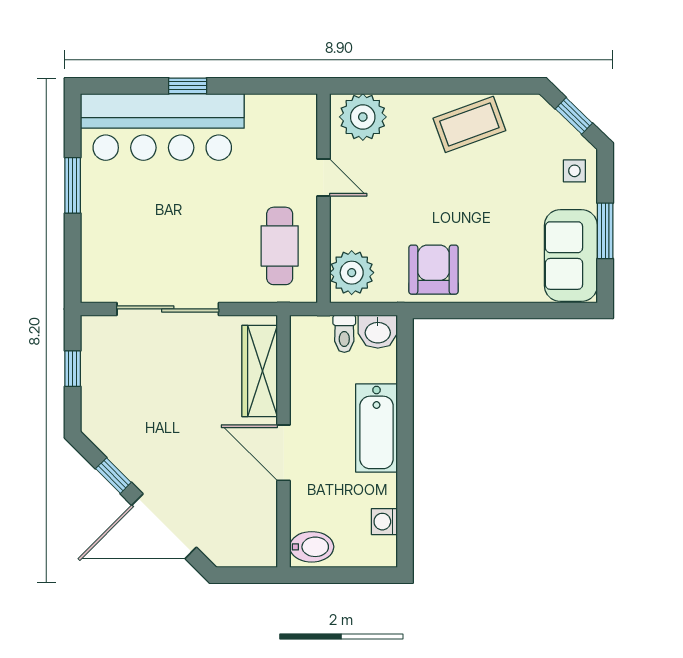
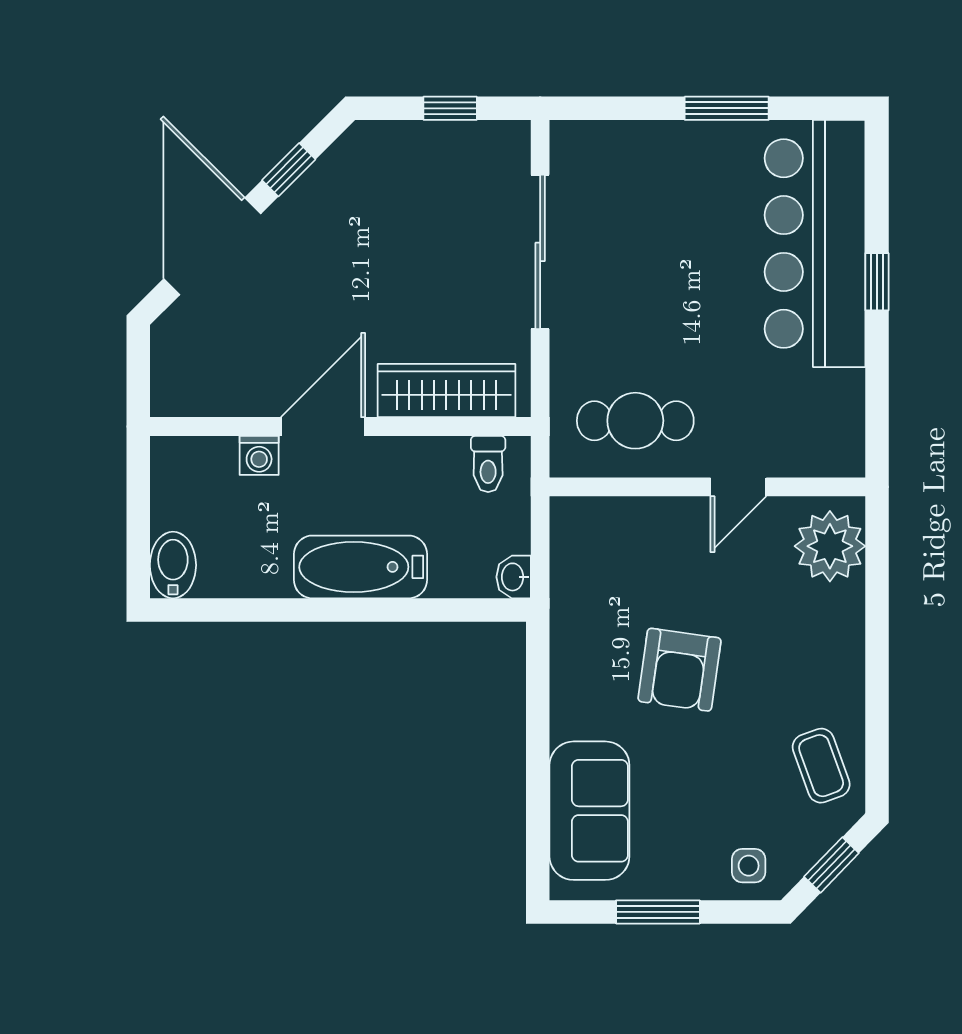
coffee table: (469, 124) -> (821, 766), moved, width x0.73, depth x0.77
sofa: (571, 256) -> (589, 811), moved, turned 90
armchair: (433, 270) -> (679, 670), moved, turned 98
plant: (352, 273) -> (595, 529), removed
washbasin: (378, 332) -> (514, 577), width x0.72, depth x0.69
toilet: (344, 334) -> (488, 464), moved, turned -90
washing machine: (384, 522) -> (259, 455), moved, turned 180
bidet: (312, 547) -> (173, 565), moved, turned 180

